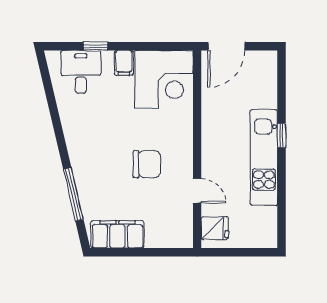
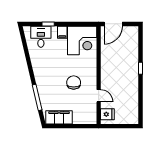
kitchen unit: (264, 157) -> (132, 79), removed
chair: (147, 164) -> (74, 82), turned -90

